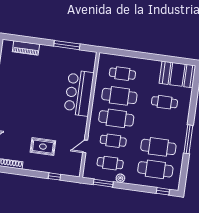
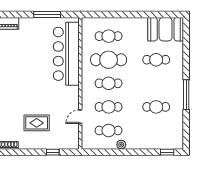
bar counter: (79, 93) -> (66, 54), width x1.36
cafe table: (116, 118) -> (109, 83), width x0.73, depth x0.74
cafe table: (158, 147) -> (156, 107), width x0.73, depth x0.74
cafe table: (155, 169) -> (156, 130), removed
window: (103, 183) -> (104, 152), removed

